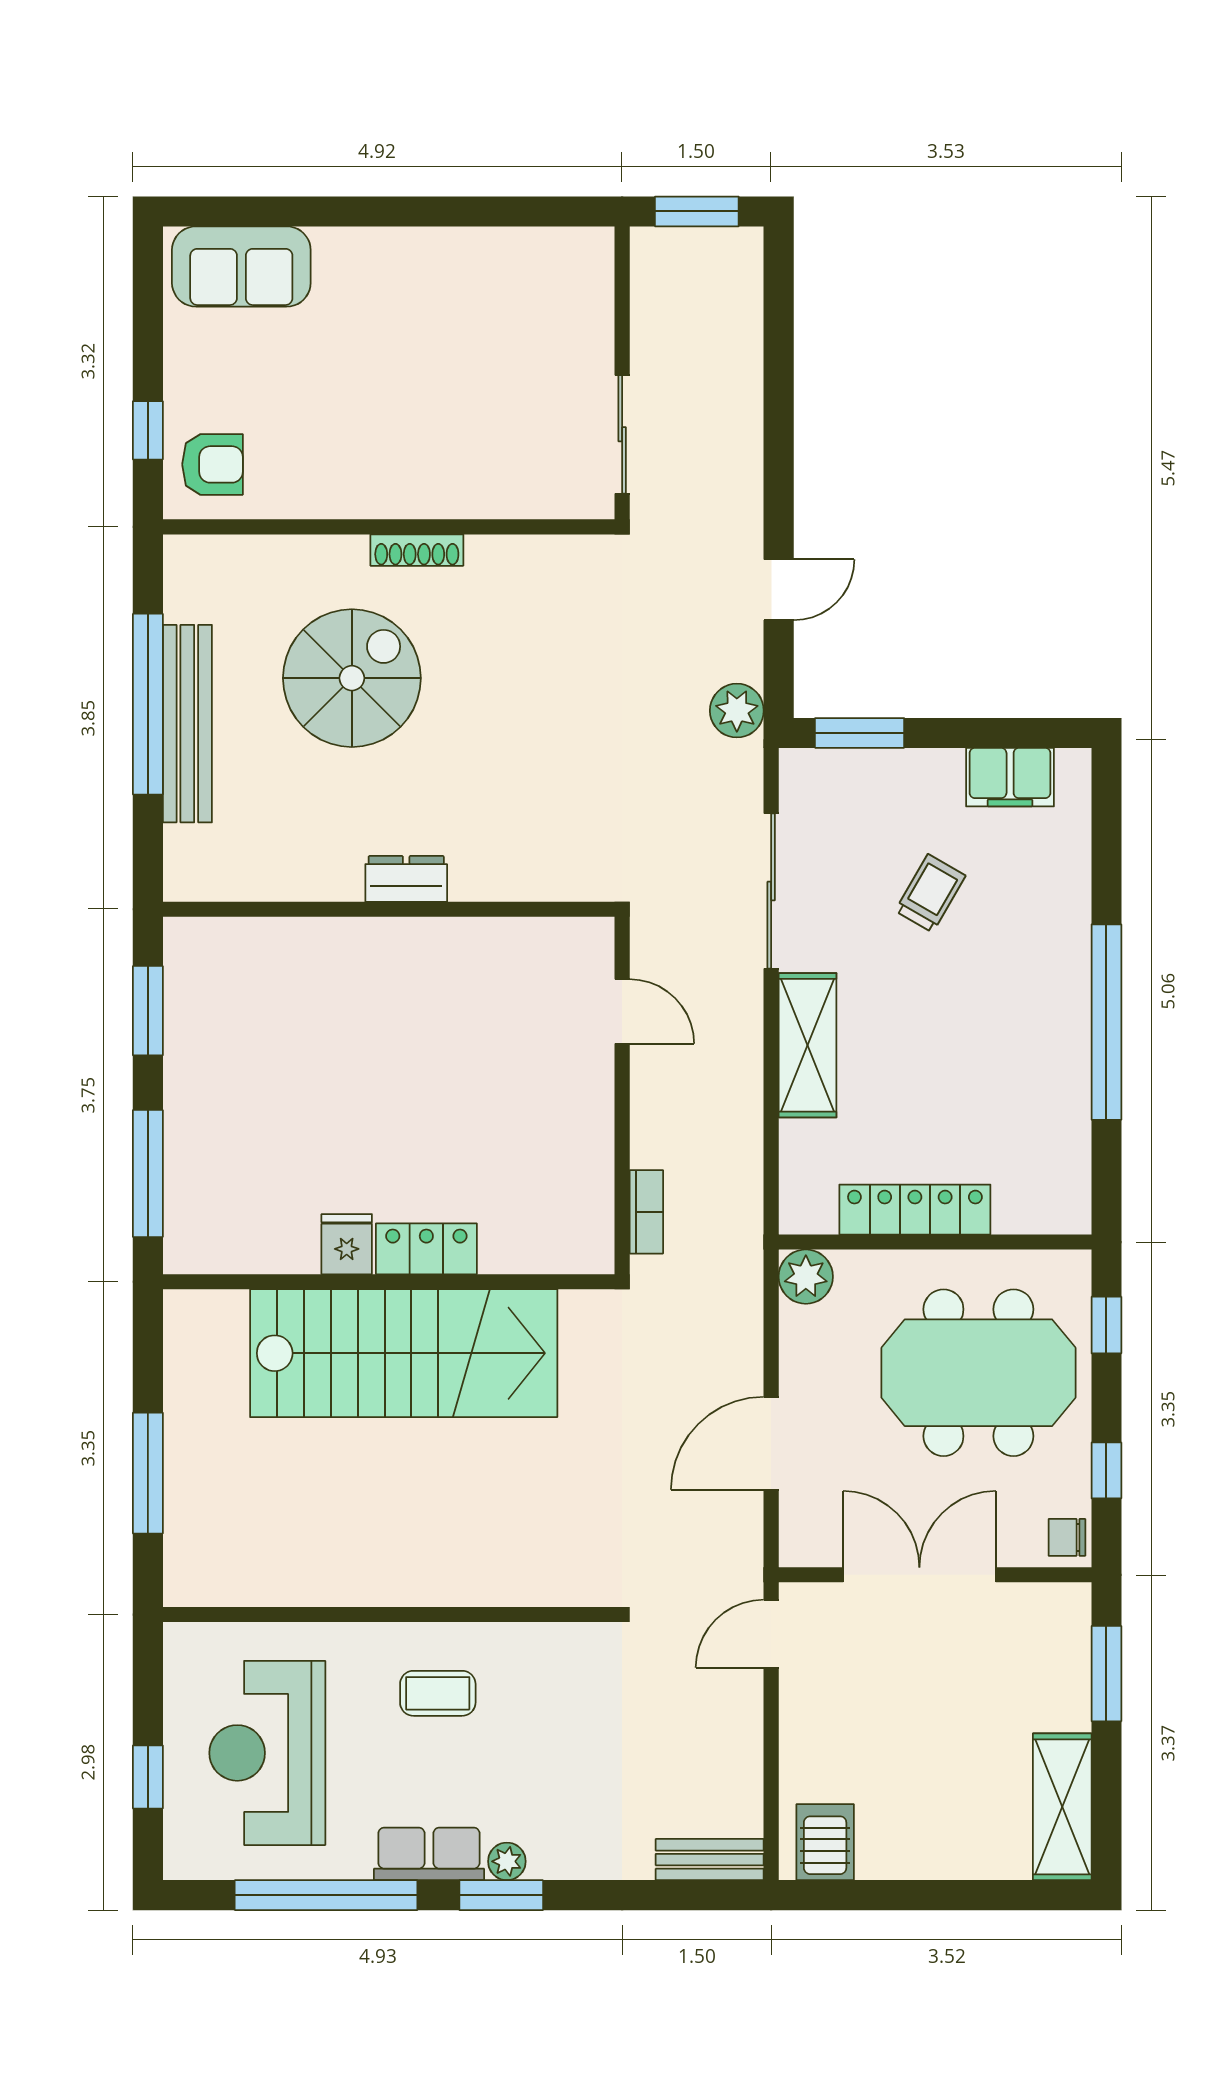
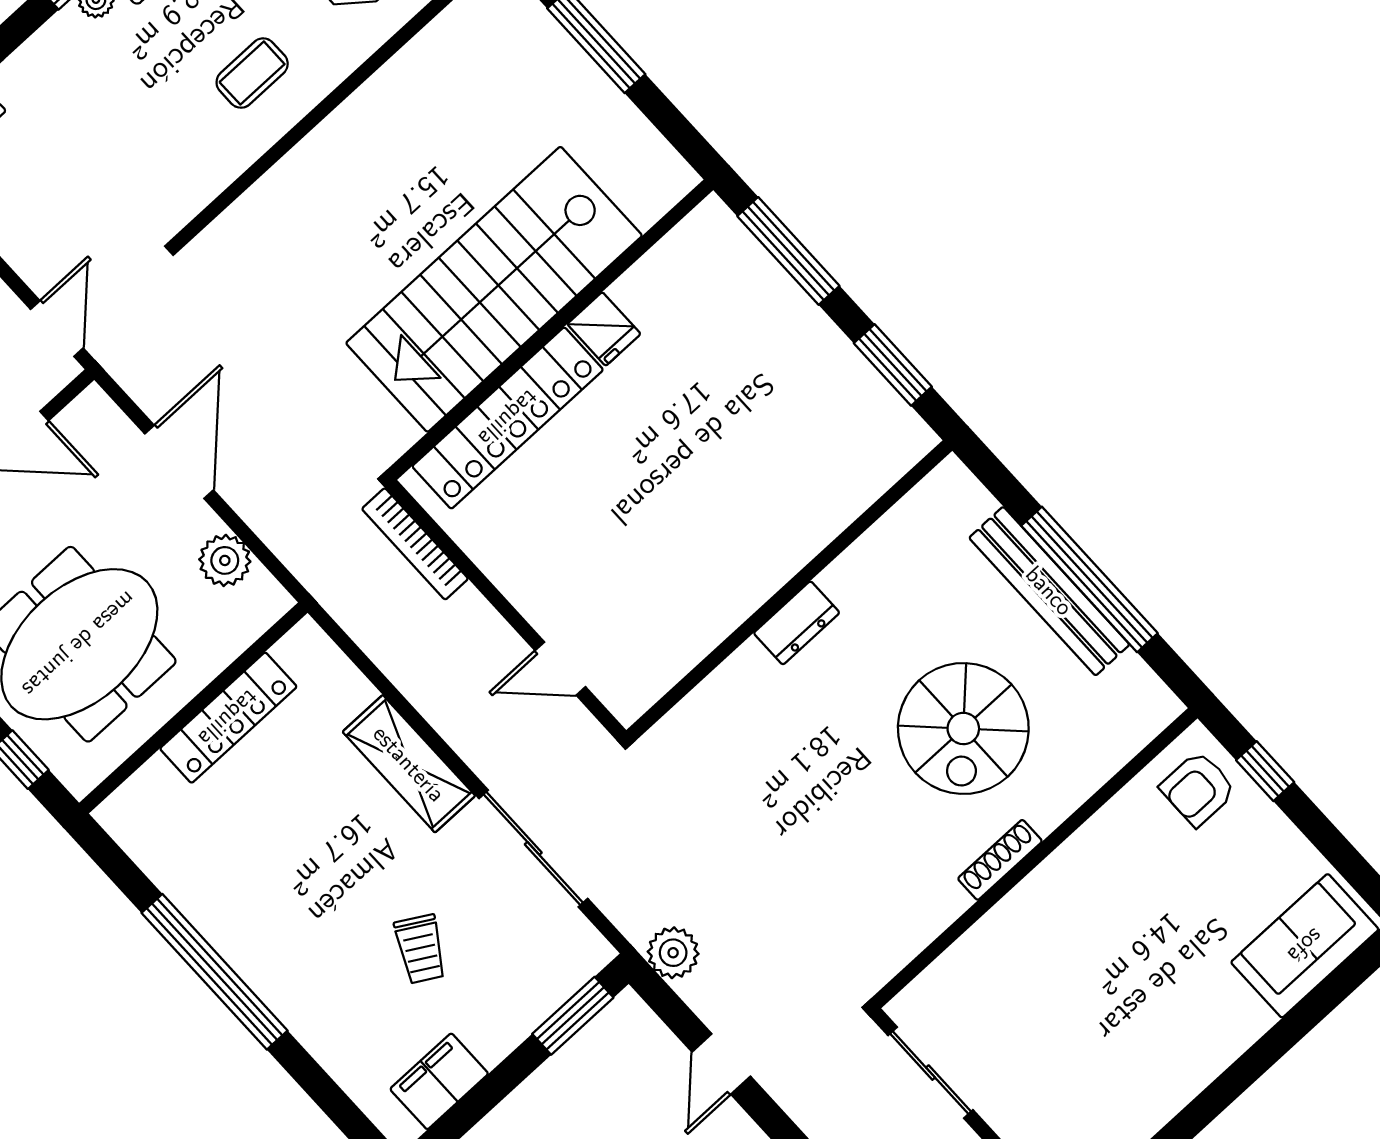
bookcase: (646, 1212) -> (415, 544), width x1.56
locker: (426, 1249) -> (508, 418), width x2.16, depth x1.21
plant: (806, 1277) -> (225, 560), moved

